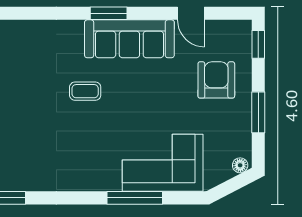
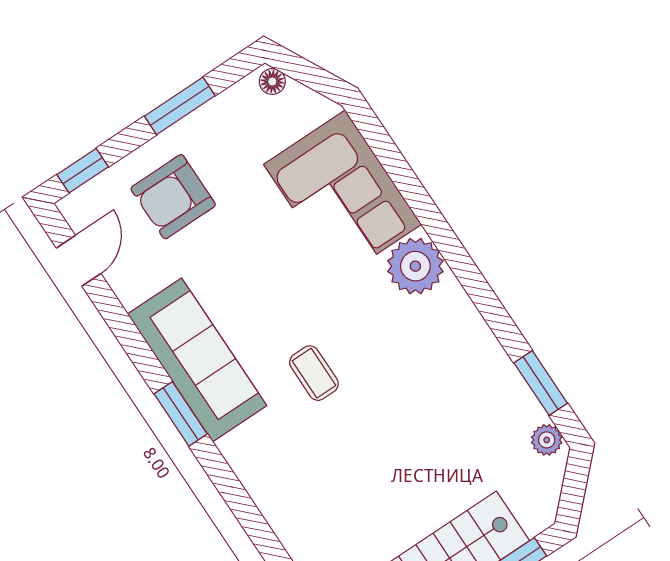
door: (191, 13) -> (79, 261), moved
plant: (104, 175) -> (415, 266), added
window: (135, 198) -> (419, 201), removed

